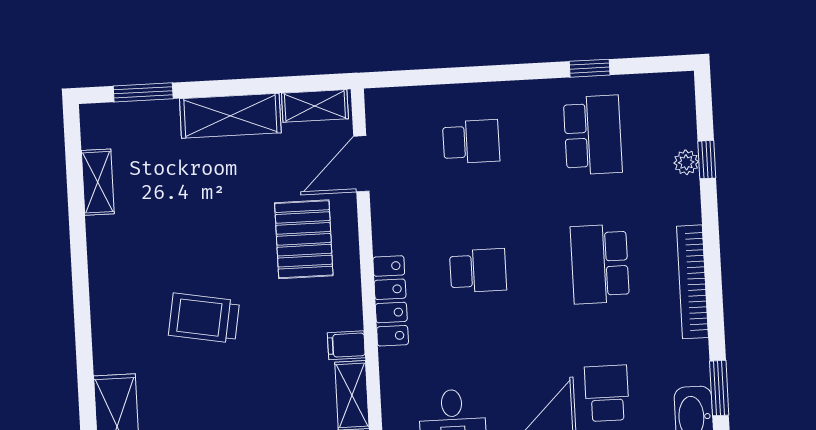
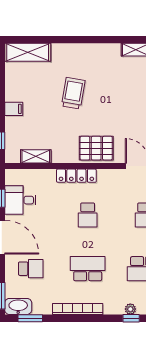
pallet: (304, 239) -> (96, 148), moved
filing cabinet: (346, 345) -> (58, 155), removed

